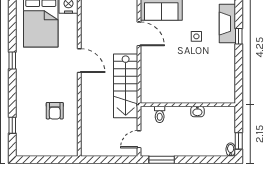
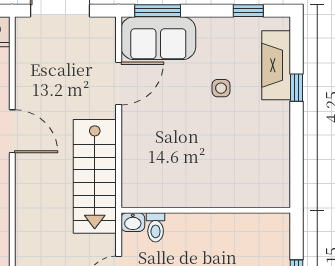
door: (139, 34) -> (119, 83), hinge flipped
washbasin: (197, 112) -> (133, 222), moved

